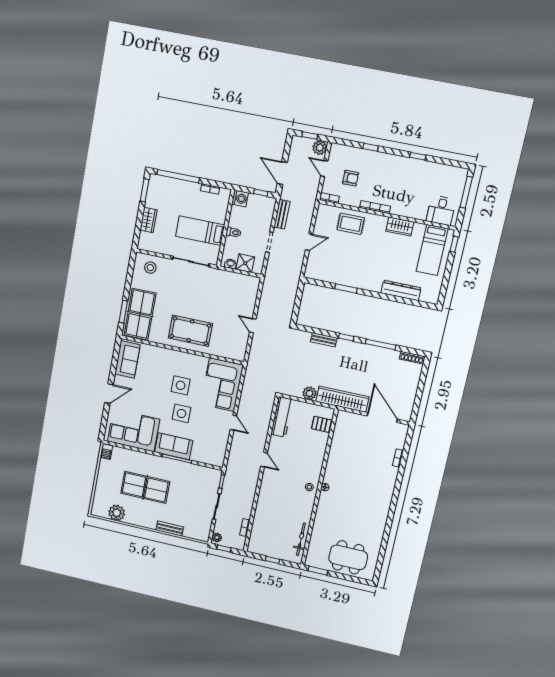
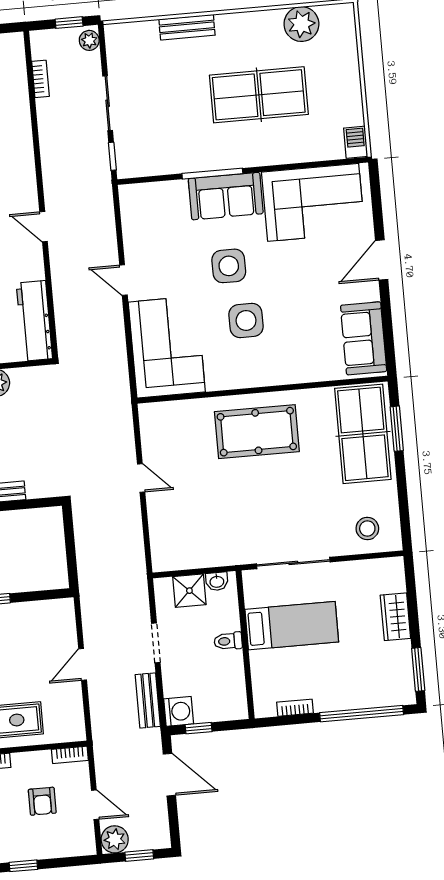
armchair: (351, 178) -> (42, 801), turned -90
washing machine: (240, 198) -> (179, 711), moved, turned 180

